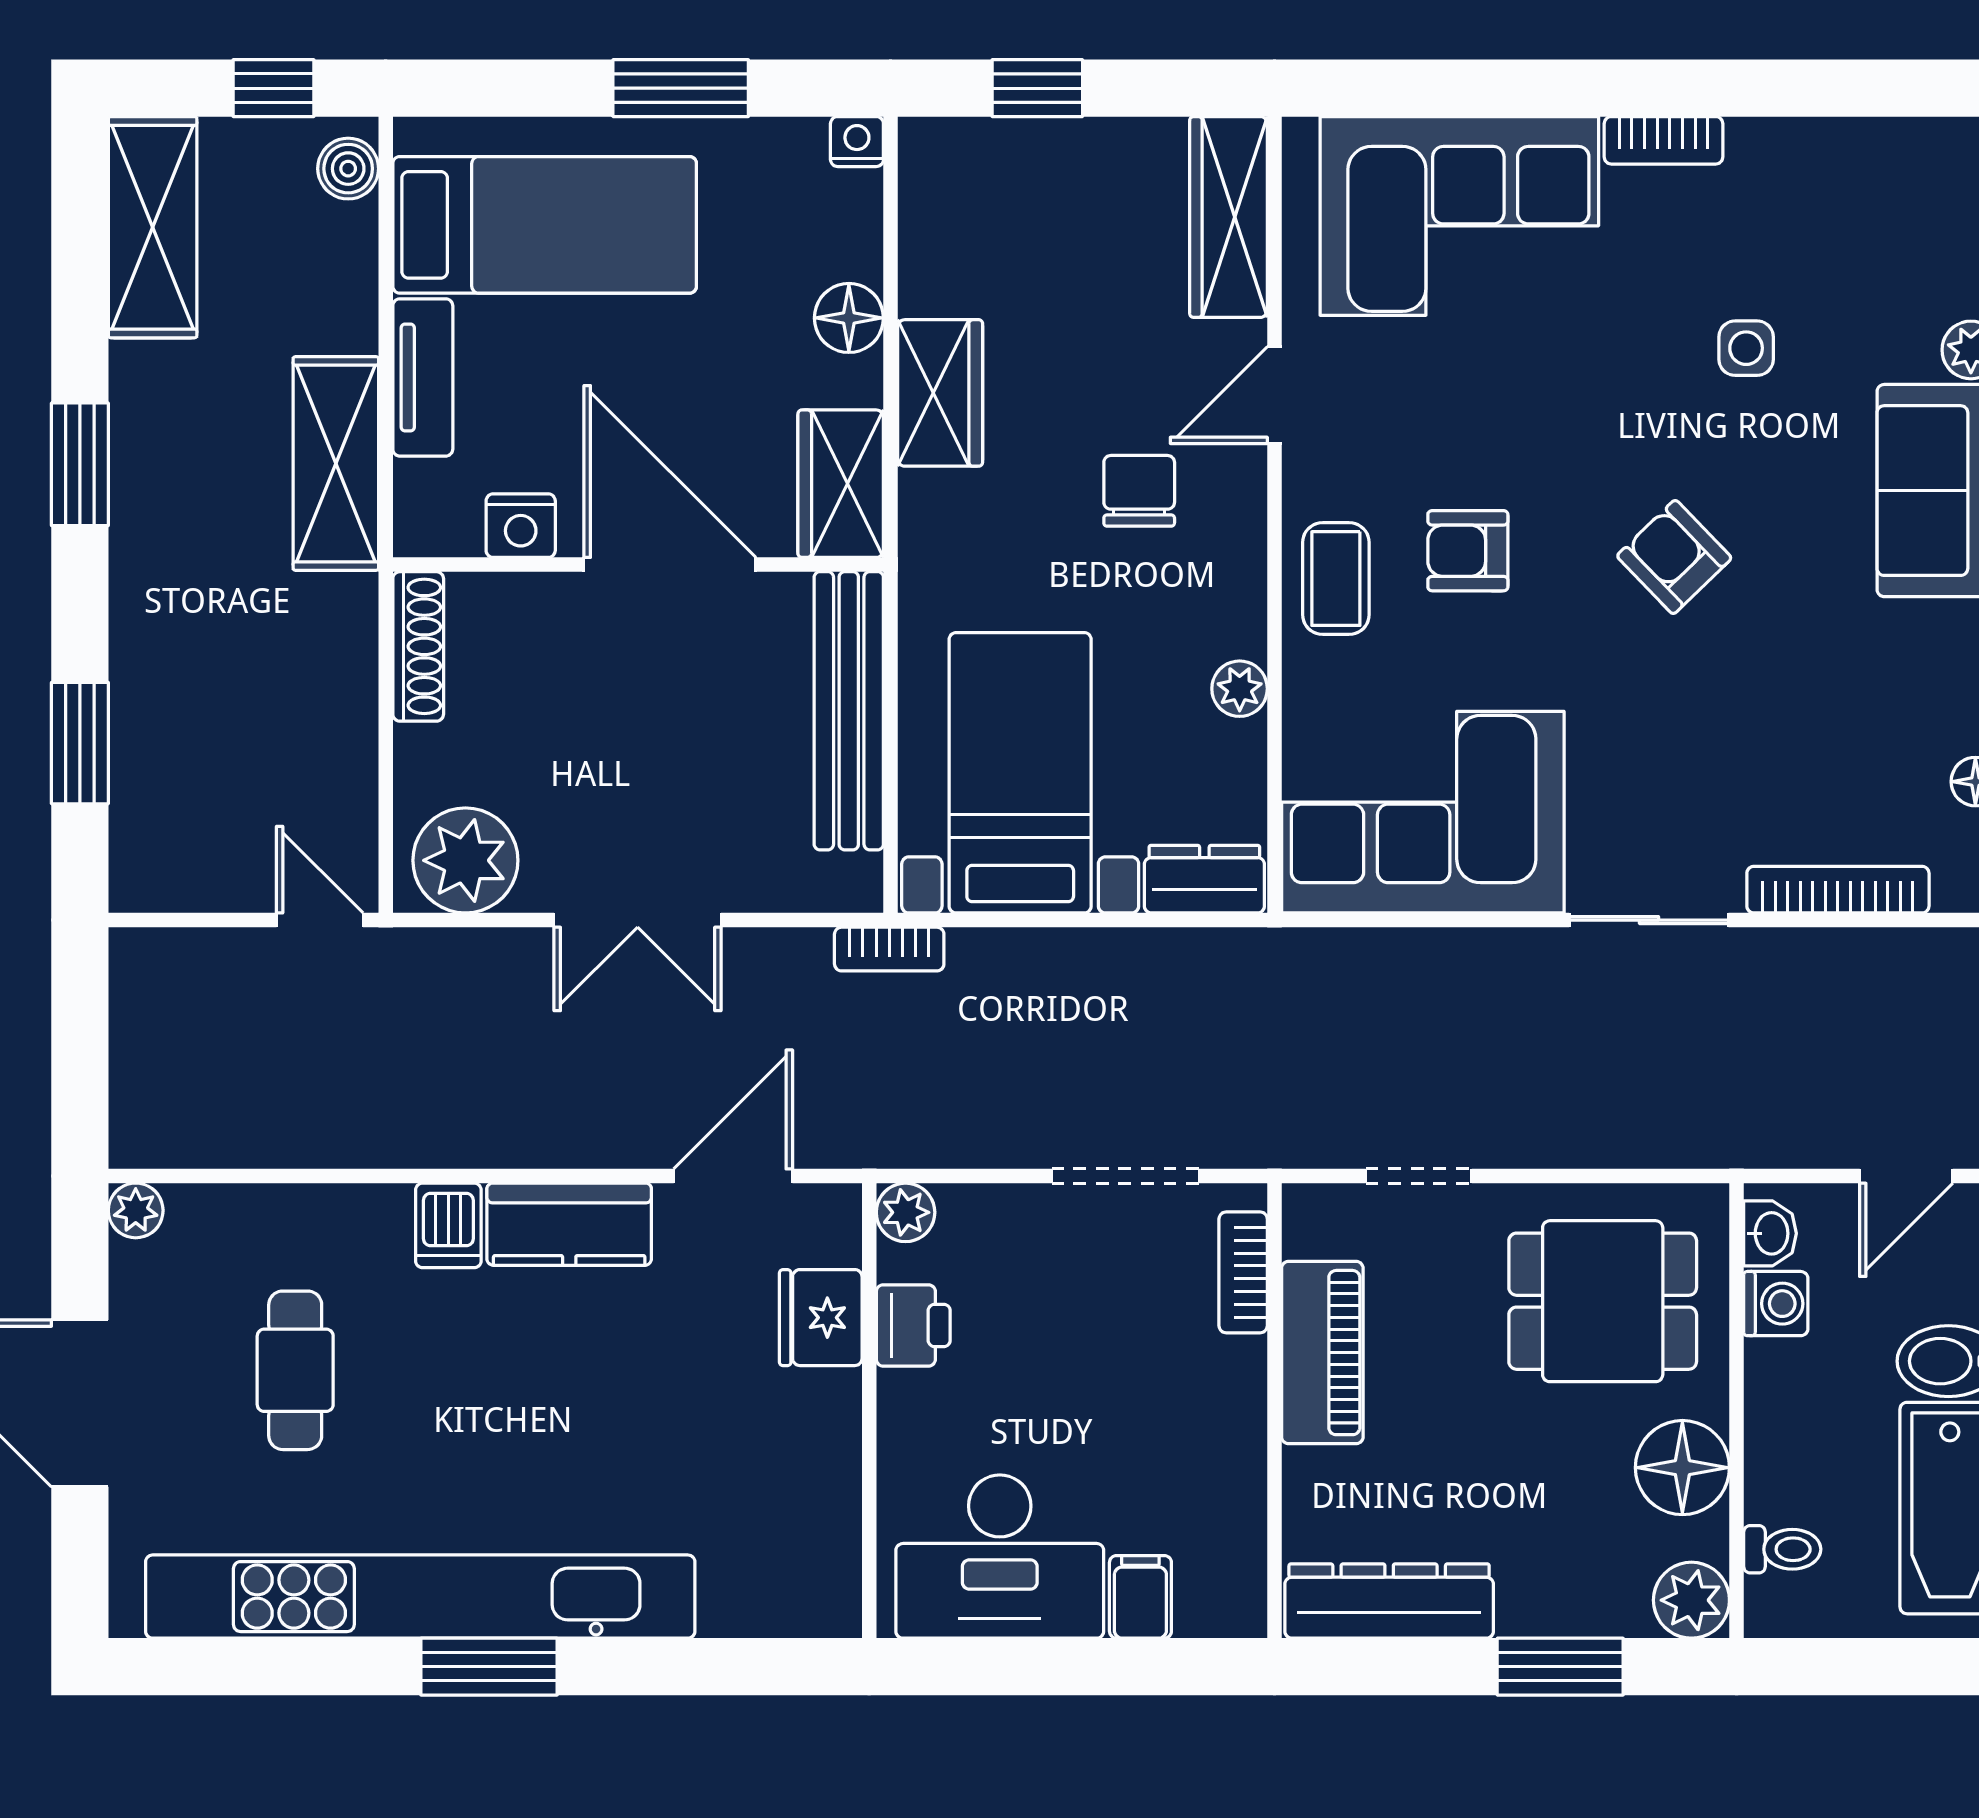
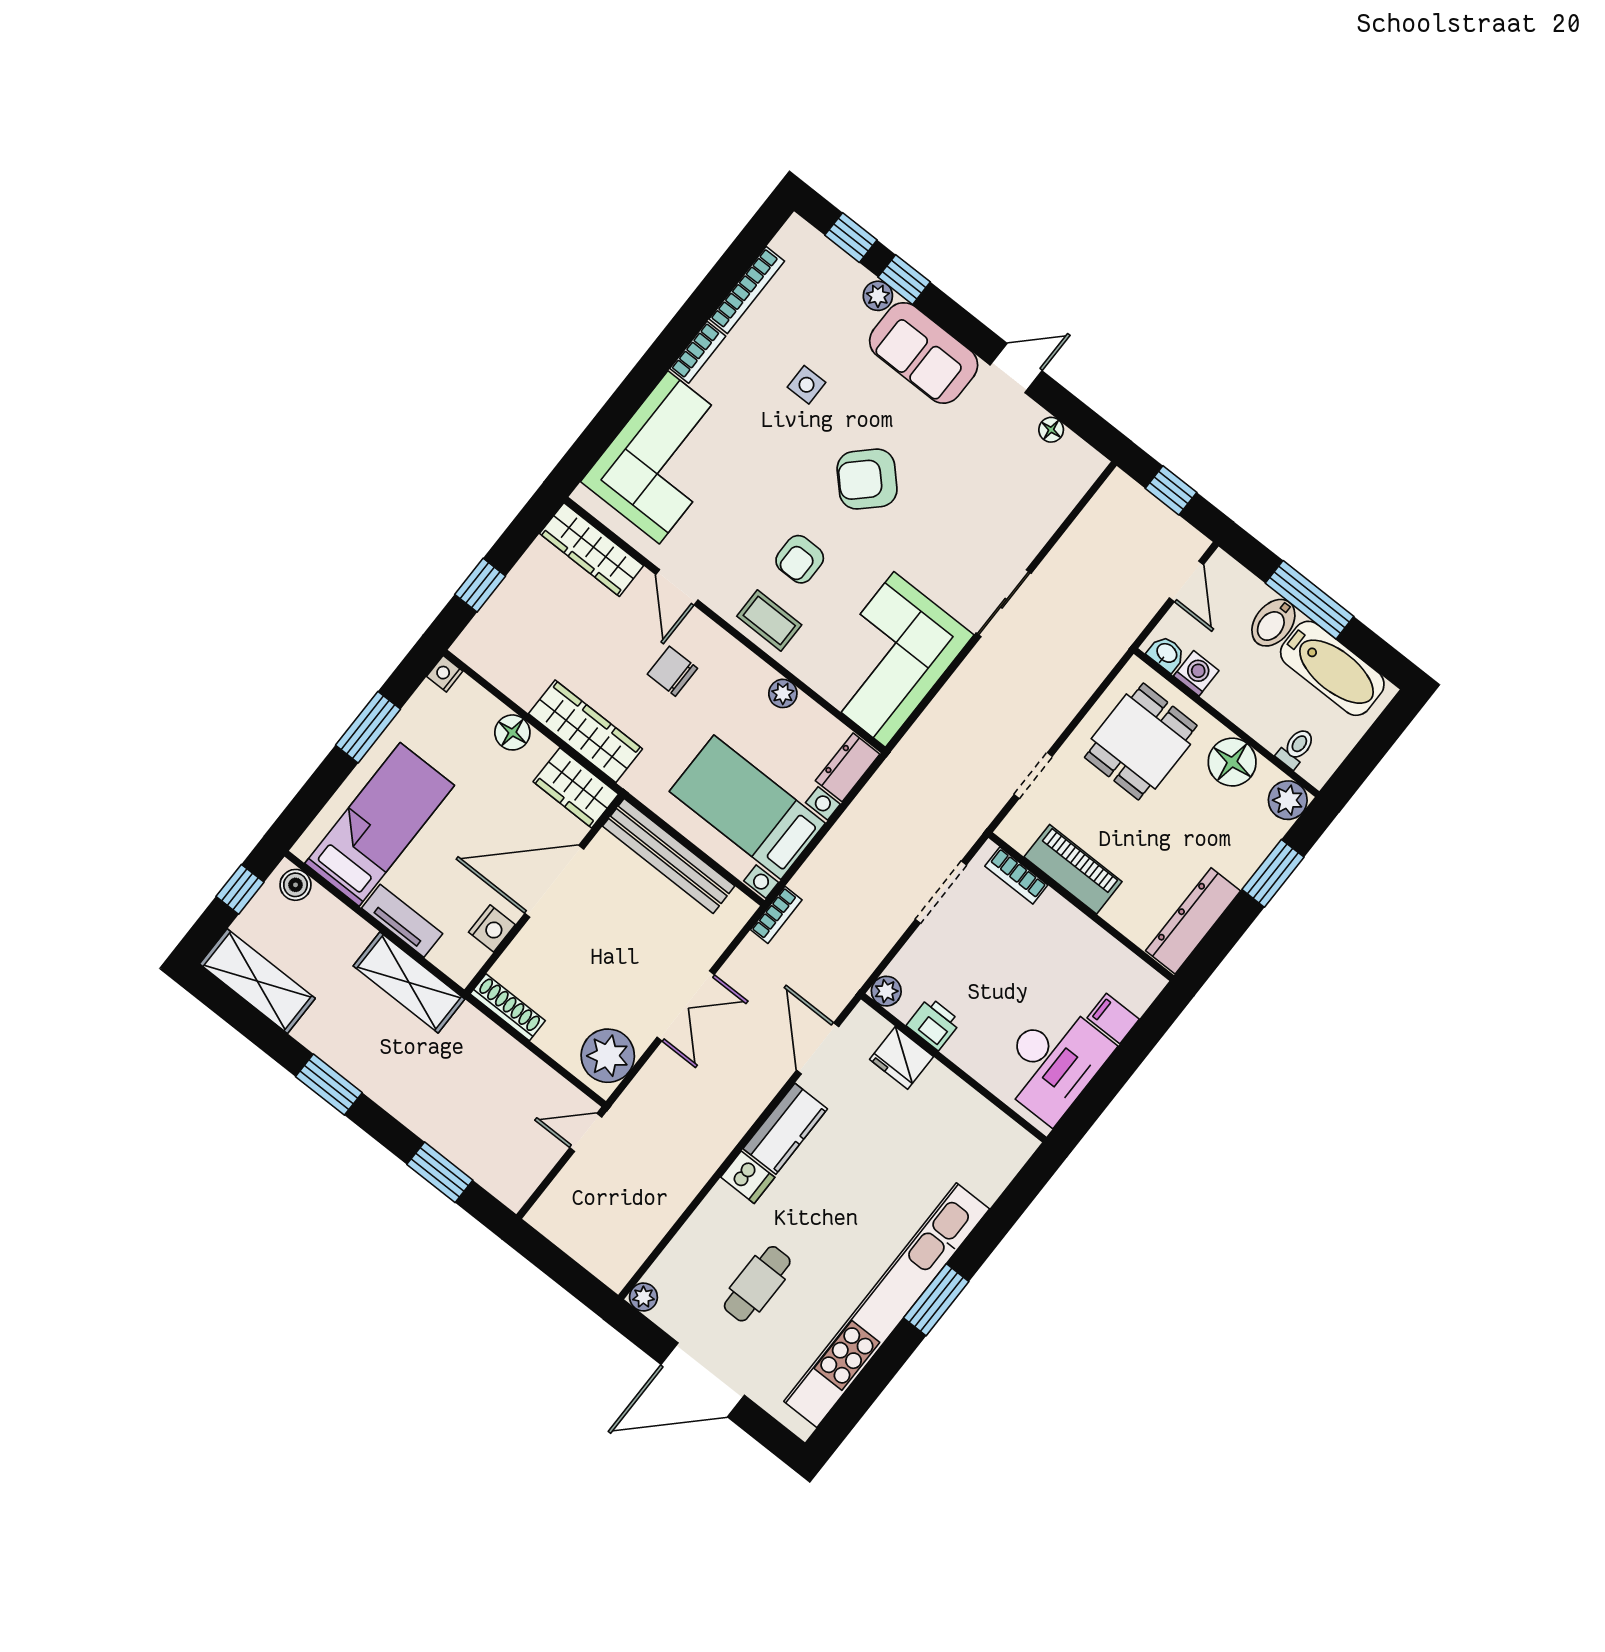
wardrobe: (940, 393) -> (585, 731), width x1.50
armchair: (1674, 557) -> (867, 479), width x1.38, depth x1.38
bookcase: (1838, 890) -> (747, 290), moved, turned 180
cafe table: (295, 1370) -> (757, 1284), turned 90

